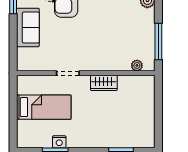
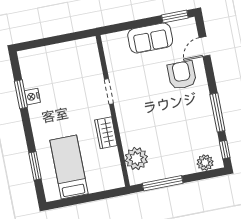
plant: (137, 65) -> (136, 159), width x1.88, depth x1.88
bed: (44, 107) -> (69, 167), moved, turned 180

